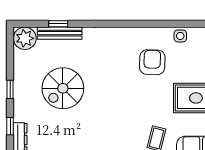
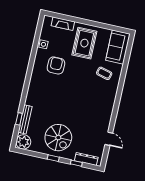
armchair: (152, 62) -> (56, 65), turned 88
spiral stairs: (63, 88) -> (58, 138), moved

